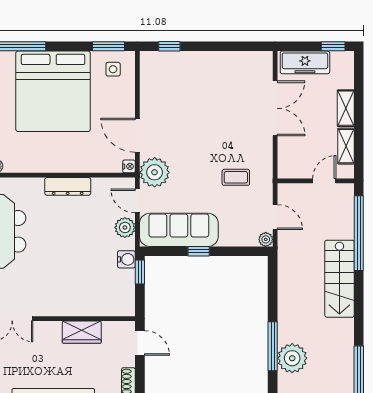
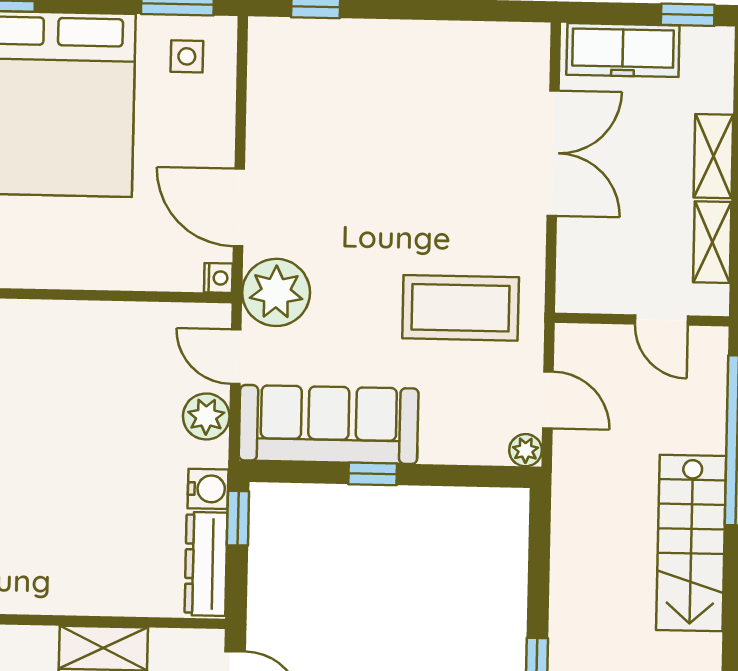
coffee table: (236, 177) -> (461, 308), width x1.86, depth x1.72
door: (324, 181) -> (661, 320), swing flipped
dresser: (68, 186) -> (206, 564), moved, turned 90

